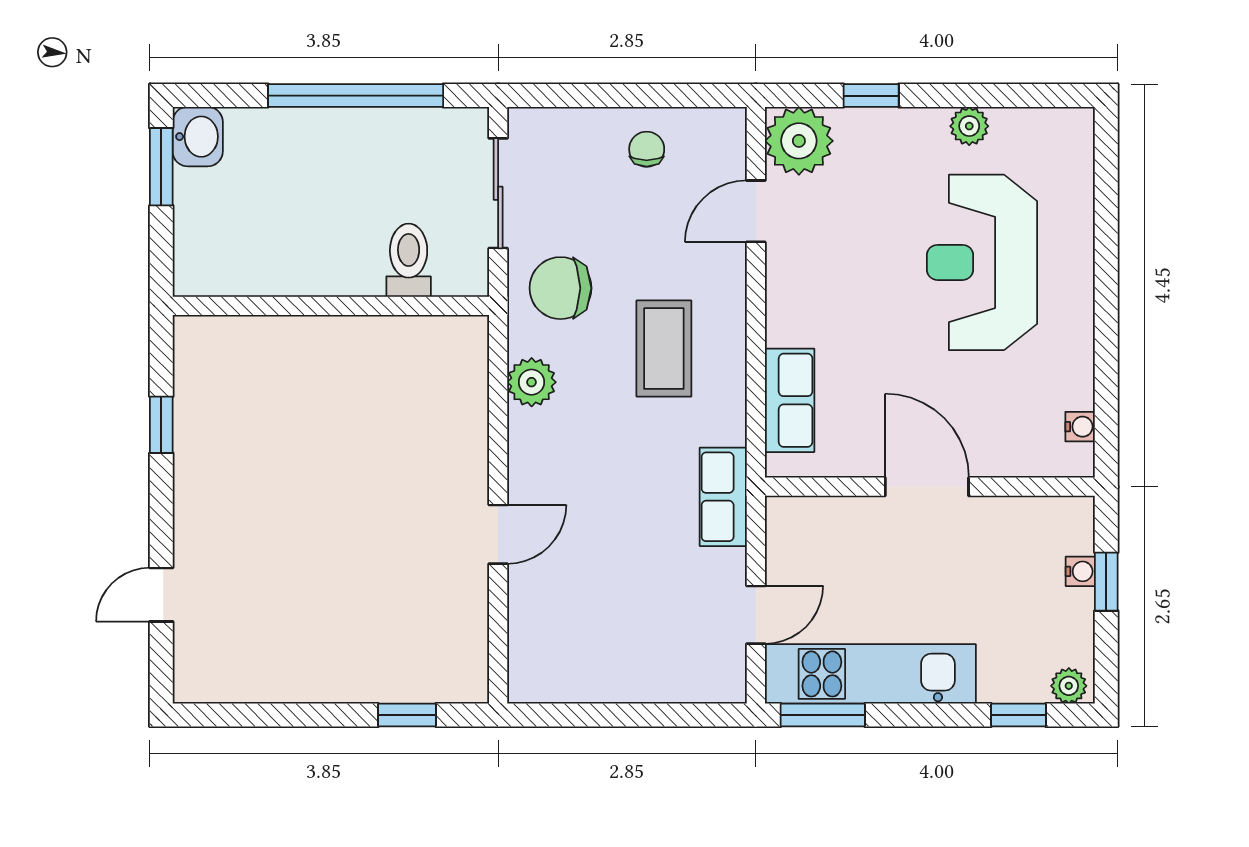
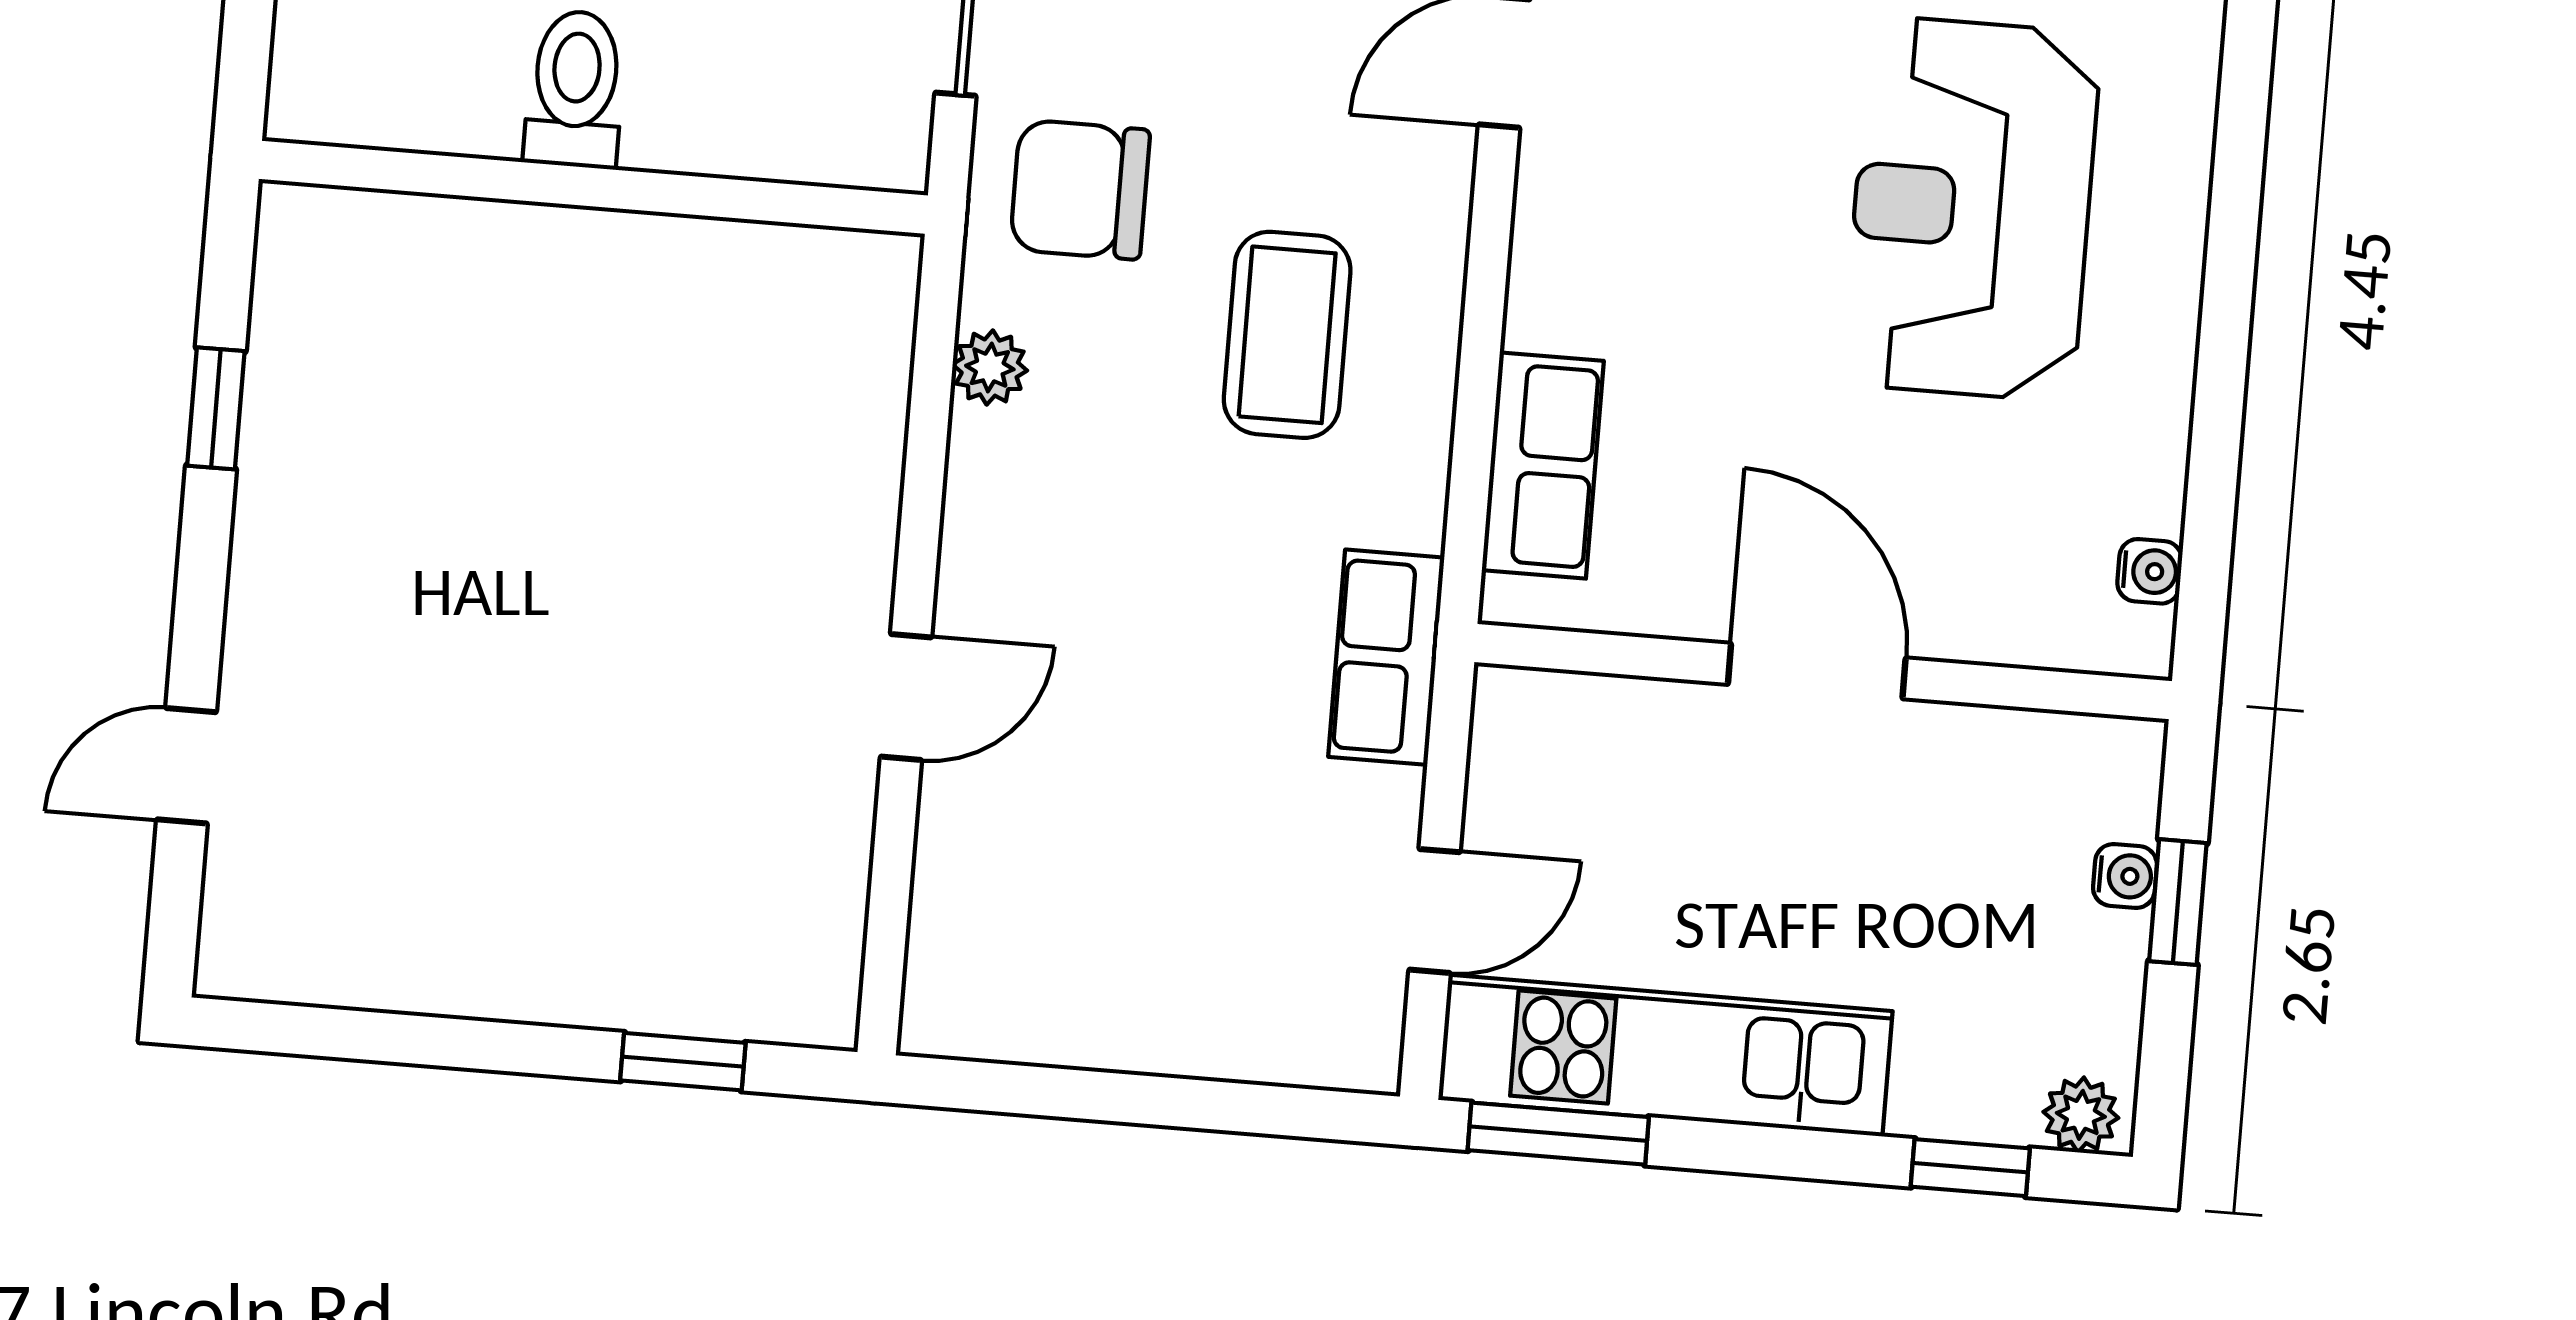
toilet: (409, 260) -> (575, 89), moved
plant: (532, 382) -> (990, 368), width x0.73, depth x0.73

